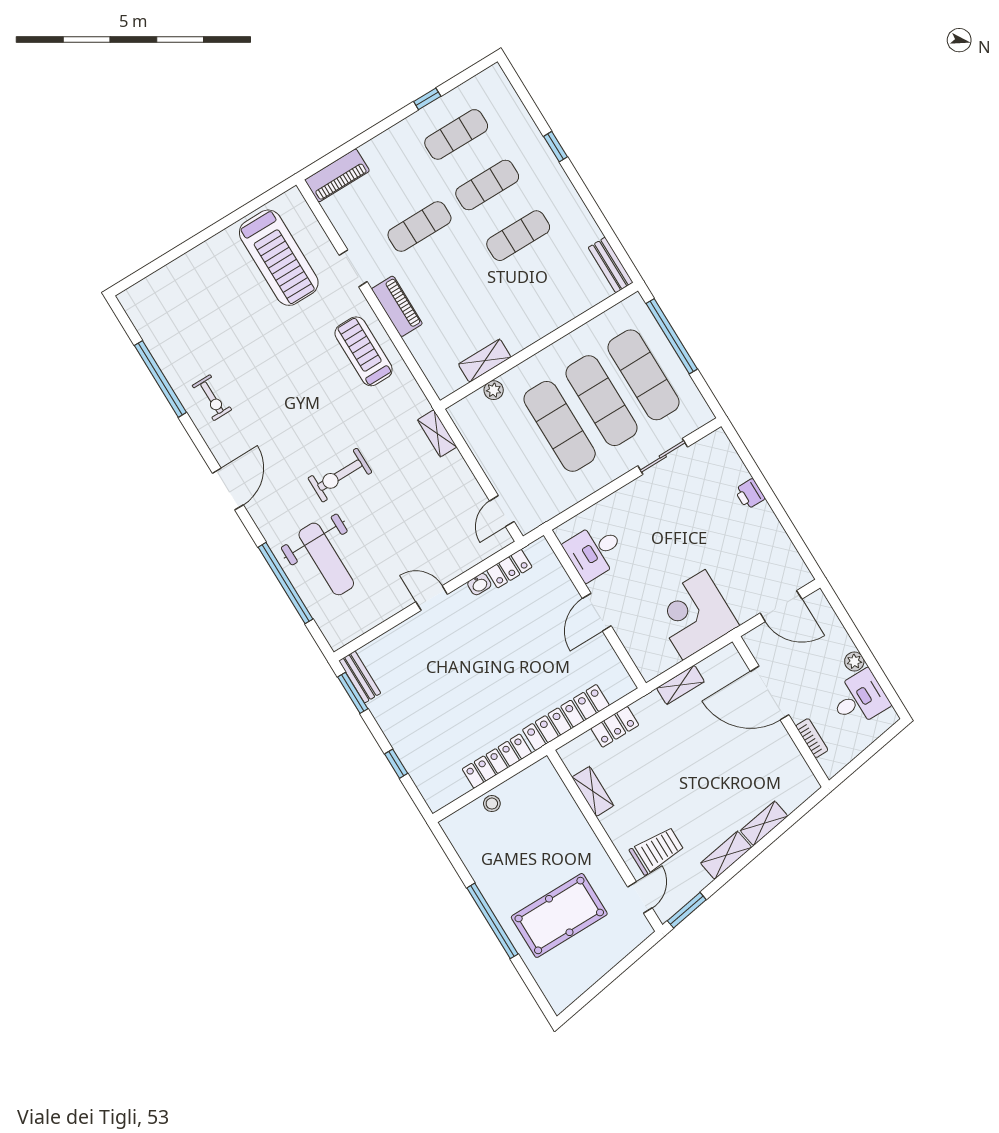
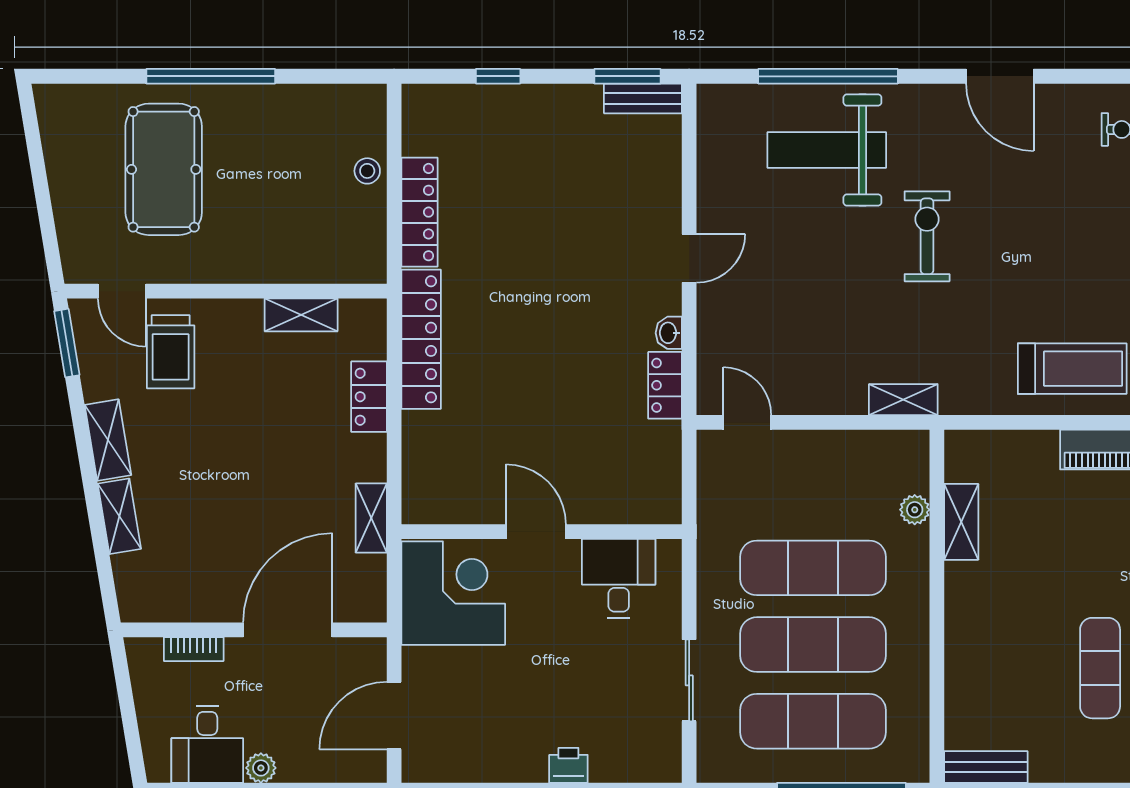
desk: (595, 551) -> (619, 578), moved
wall: (595, 609) -> (542, 532), moved
door: (597, 612) -> (536, 532), moved

